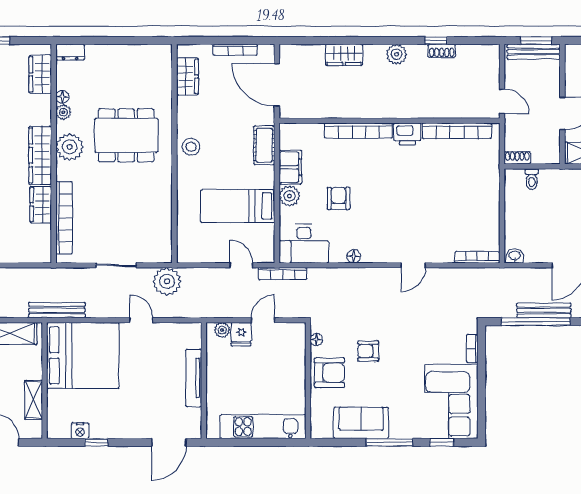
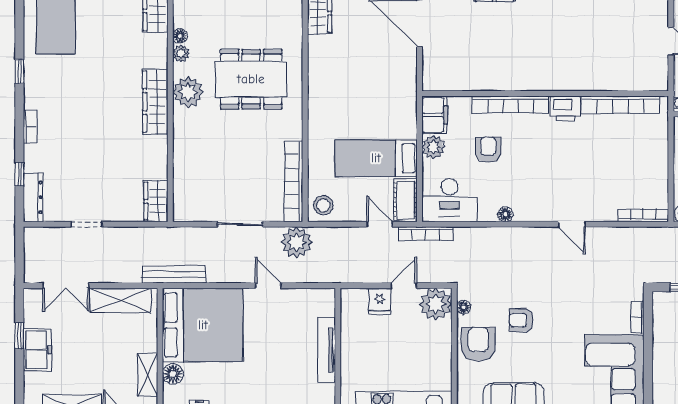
wall: (389, 121) -> (545, 94), moved
bookcase: (359, 131) -> (511, 105), moved
bookcase: (457, 131) -> (621, 105), moved
printer: (407, 134) -> (565, 108), moved
cot: (264, 145) -> (405, 200), moved
stool: (191, 147) -> (323, 205), moved
wardrobe: (41, 205) -> (156, 201), moved
bookcase: (64, 218) -> (293, 181), moved, turned 180
door: (413, 265) -> (572, 224), hinge flipped
plant: (222, 330) -> (436, 304), moved, width x1.88, depth x1.88
armchair: (329, 373) -> (478, 344), turned -90
floor lamp: (56, 399) -> (173, 374), added

